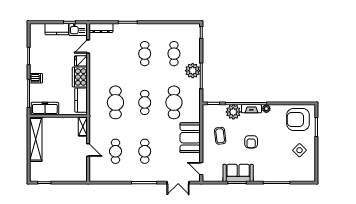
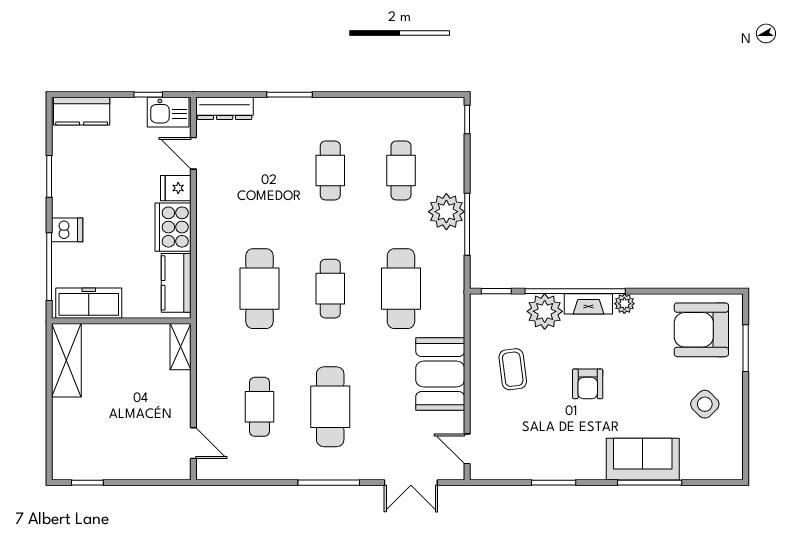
kitchen counter: (57, 29) -> (82, 111), moved
door: (88, 46) -> (193, 153), hinge flipped
shelving: (36, 139) -> (66, 360), width x0.68
door: (88, 150) -> (193, 443), moved
cafe table: (145, 151) -> (330, 407), width x1.37, depth x1.35
sofa: (238, 173) -> (643, 459), moved

